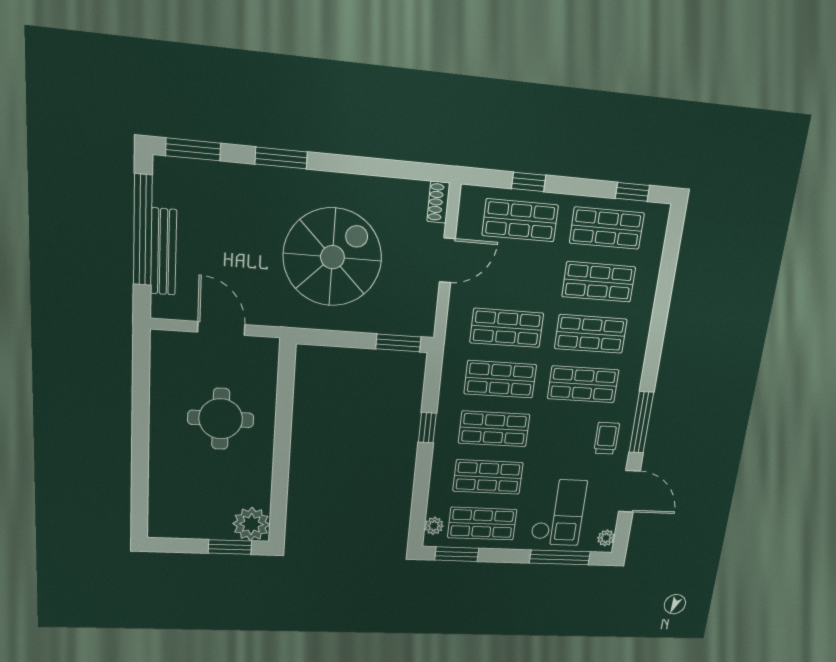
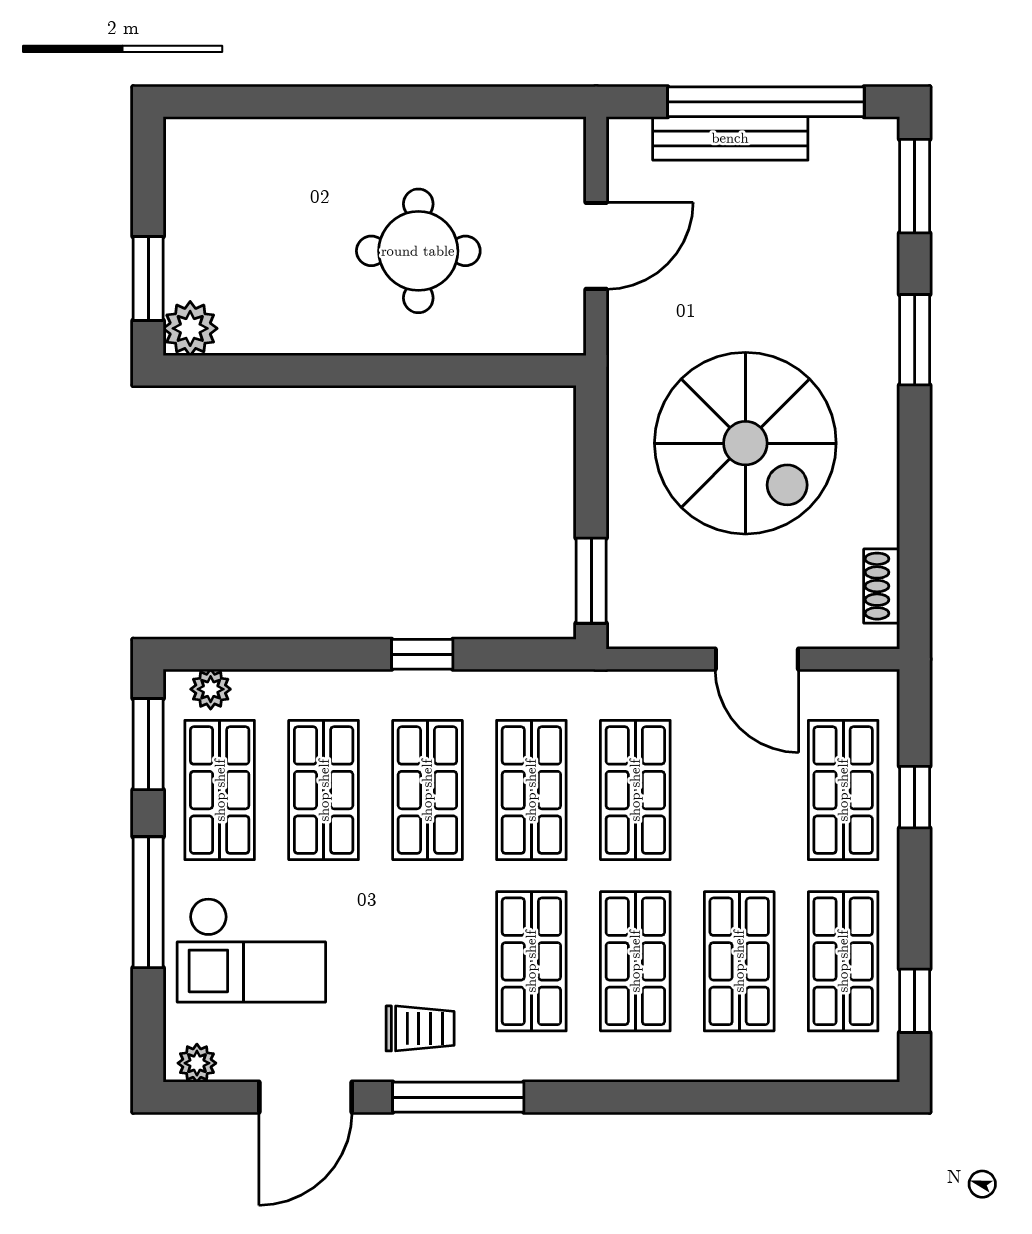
shoe rack: (438, 202) -> (882, 586), moved, turned -90
plant: (251, 524) -> (190, 328), width x0.73, depth x0.73
window: (560, 557) -> (148, 902), moved

